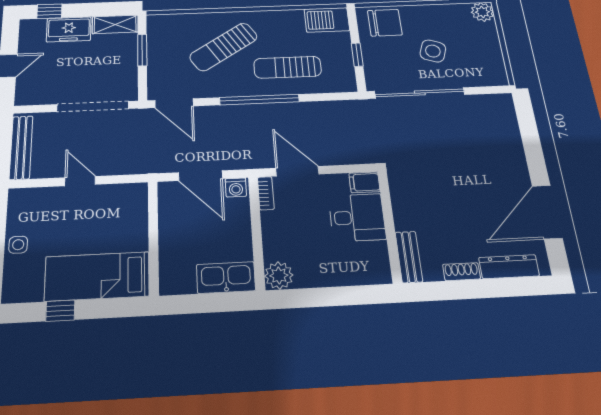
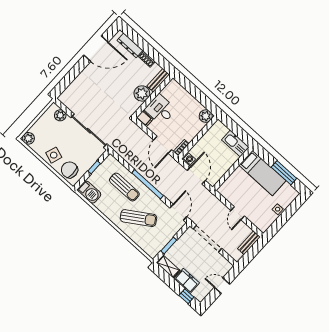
side table: (433, 51) -> (54, 155), moved
plant: (480, 77) -> (60, 115), added
bench: (21, 147) -> (249, 243), width x0.73
plant: (409, 214) -> (142, 93), added
kitchen sink: (226, 277) -> (235, 144), moved
window: (60, 311) -> (284, 173), width x2.17

